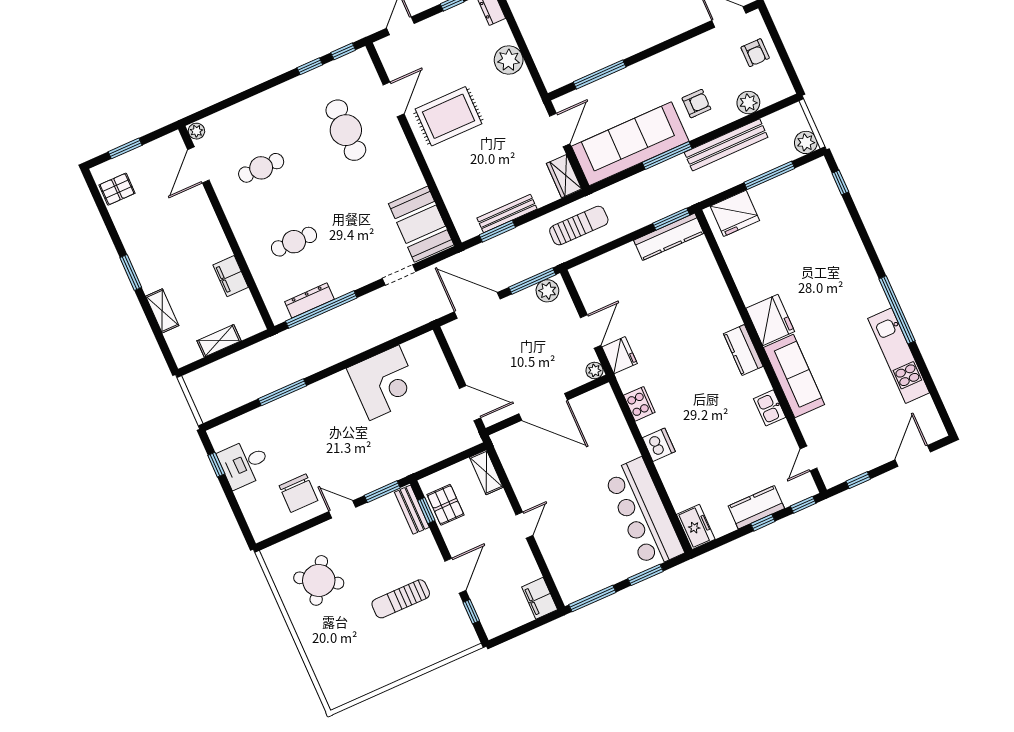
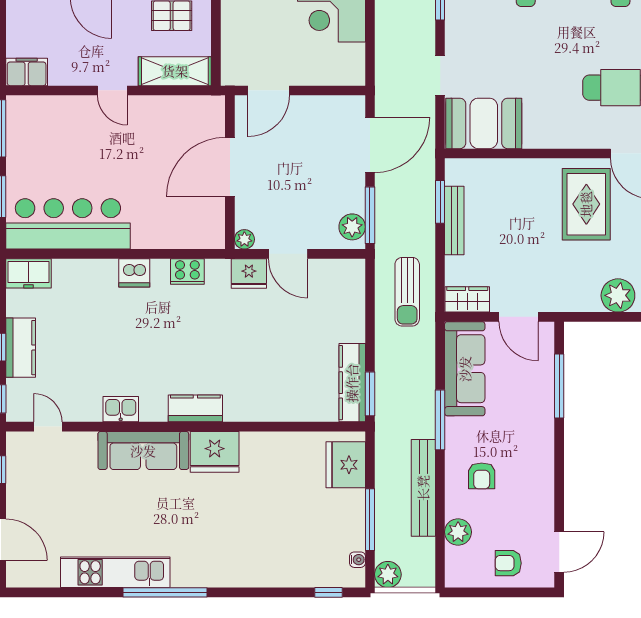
sofa: (630, 144) -> (465, 369), width x0.74, depth x0.79
water cooler: (805, 171) -> (357, 560), added
shelving: (486, 472) -> (175, 71), width x1.50, depth x1.33

